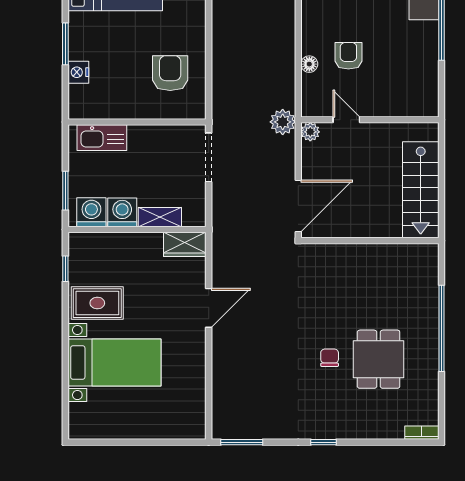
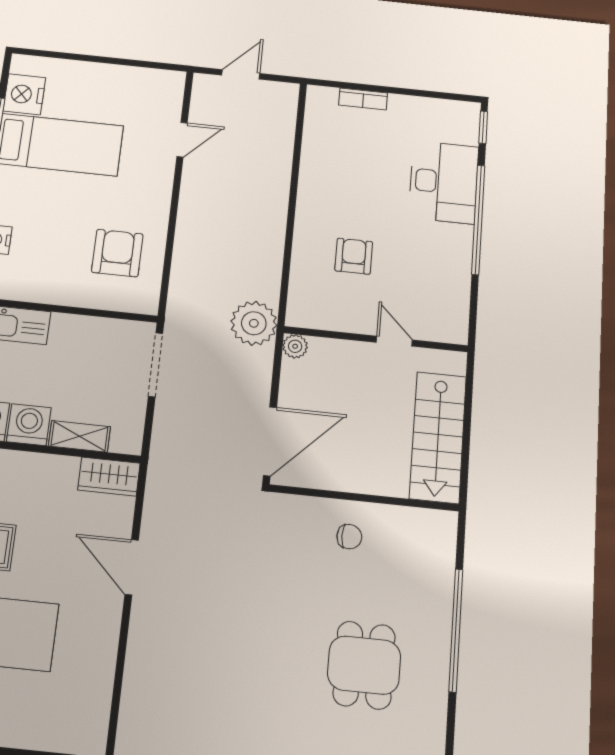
floor lamp: (309, 64) -> (301, 261), removed
door: (346, 120) -> (394, 341), moved
plant: (283, 122) -> (254, 323), width x1.36, depth x1.36
door: (209, 308) -> (132, 567), swing flipped
chair: (330, 358) -> (349, 537), moved, turned 90

